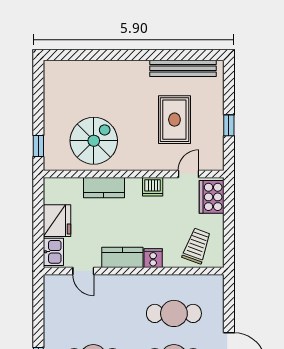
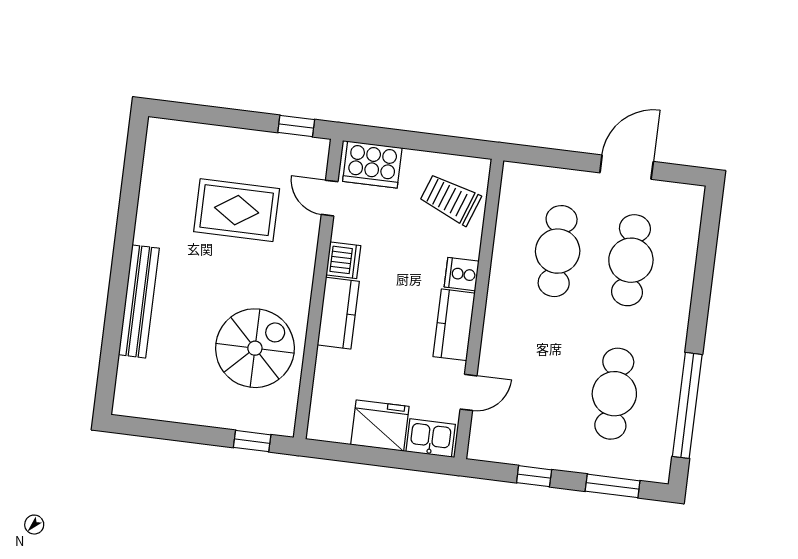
bench: (183, 68) -> (139, 301), moved
window: (229, 125) -> (296, 126), moved
spiral stairs: (94, 141) -> (255, 348), turned 90
kitchen counter: (104, 188) -> (338, 313), moved
window: (38, 316) -> (534, 476), added

